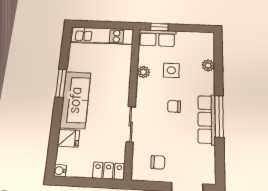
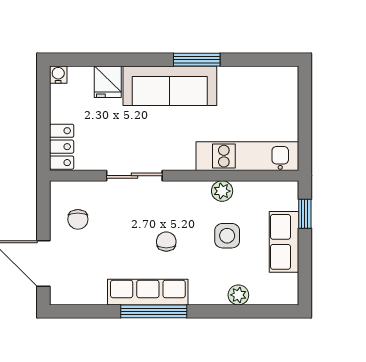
kitchen unit: (102, 36) -> (247, 156), moved, turned 90
row of seats: (157, 38) -> (284, 242), moved

